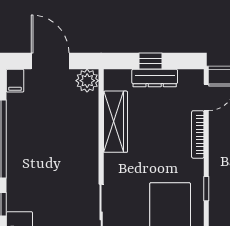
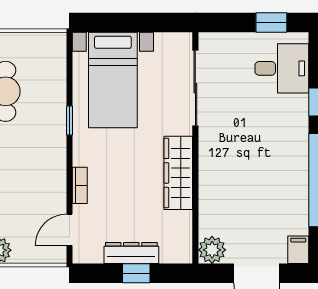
wardrobe: (115, 122) -> (178, 173), moved
bookcase: (198, 134) -> (80, 185), width x0.64

